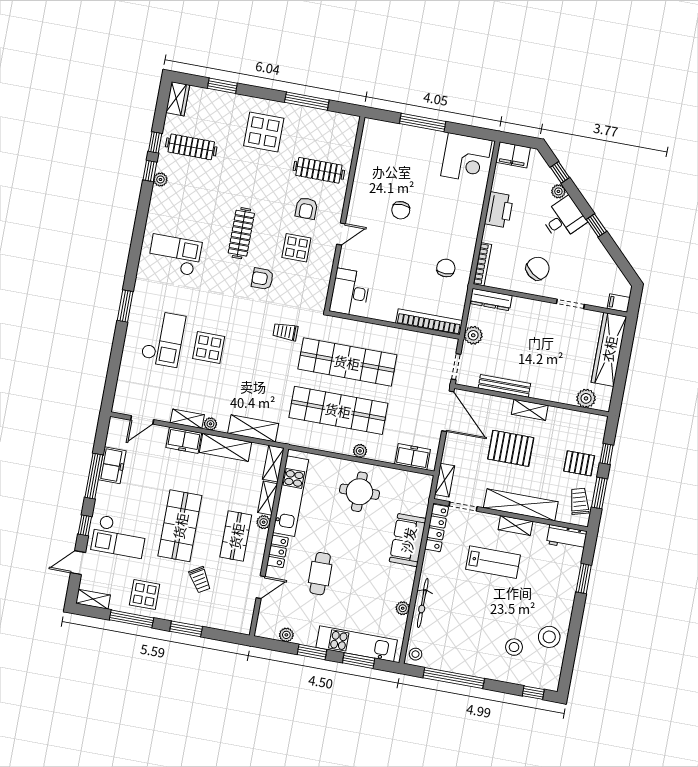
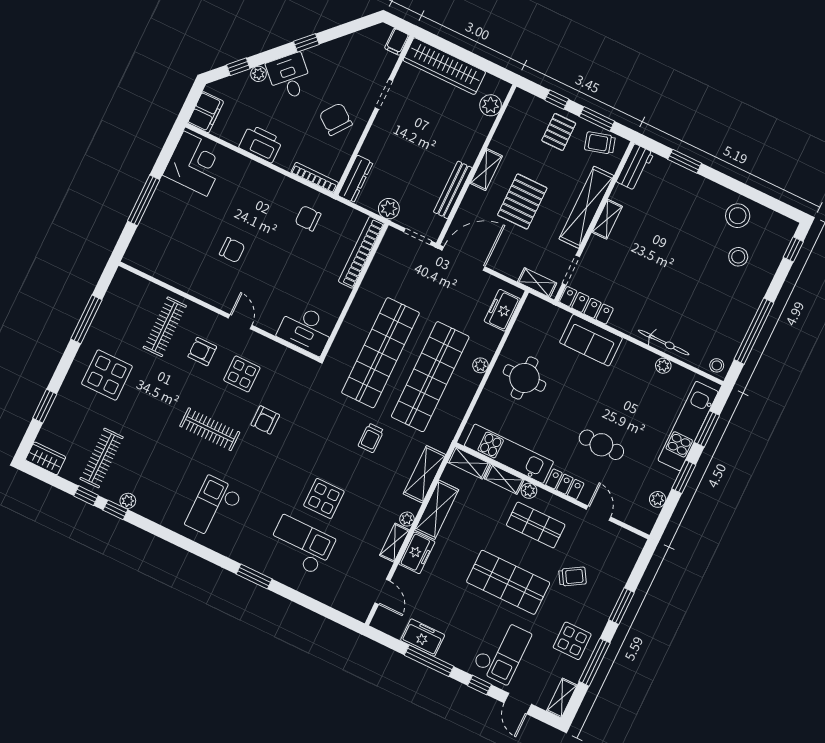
armchair: (306, 208) -> (202, 352), turned 180
trolley: (285, 332) -> (371, 438), moved
lab bench: (493, 562) -> (640, 254), removed

